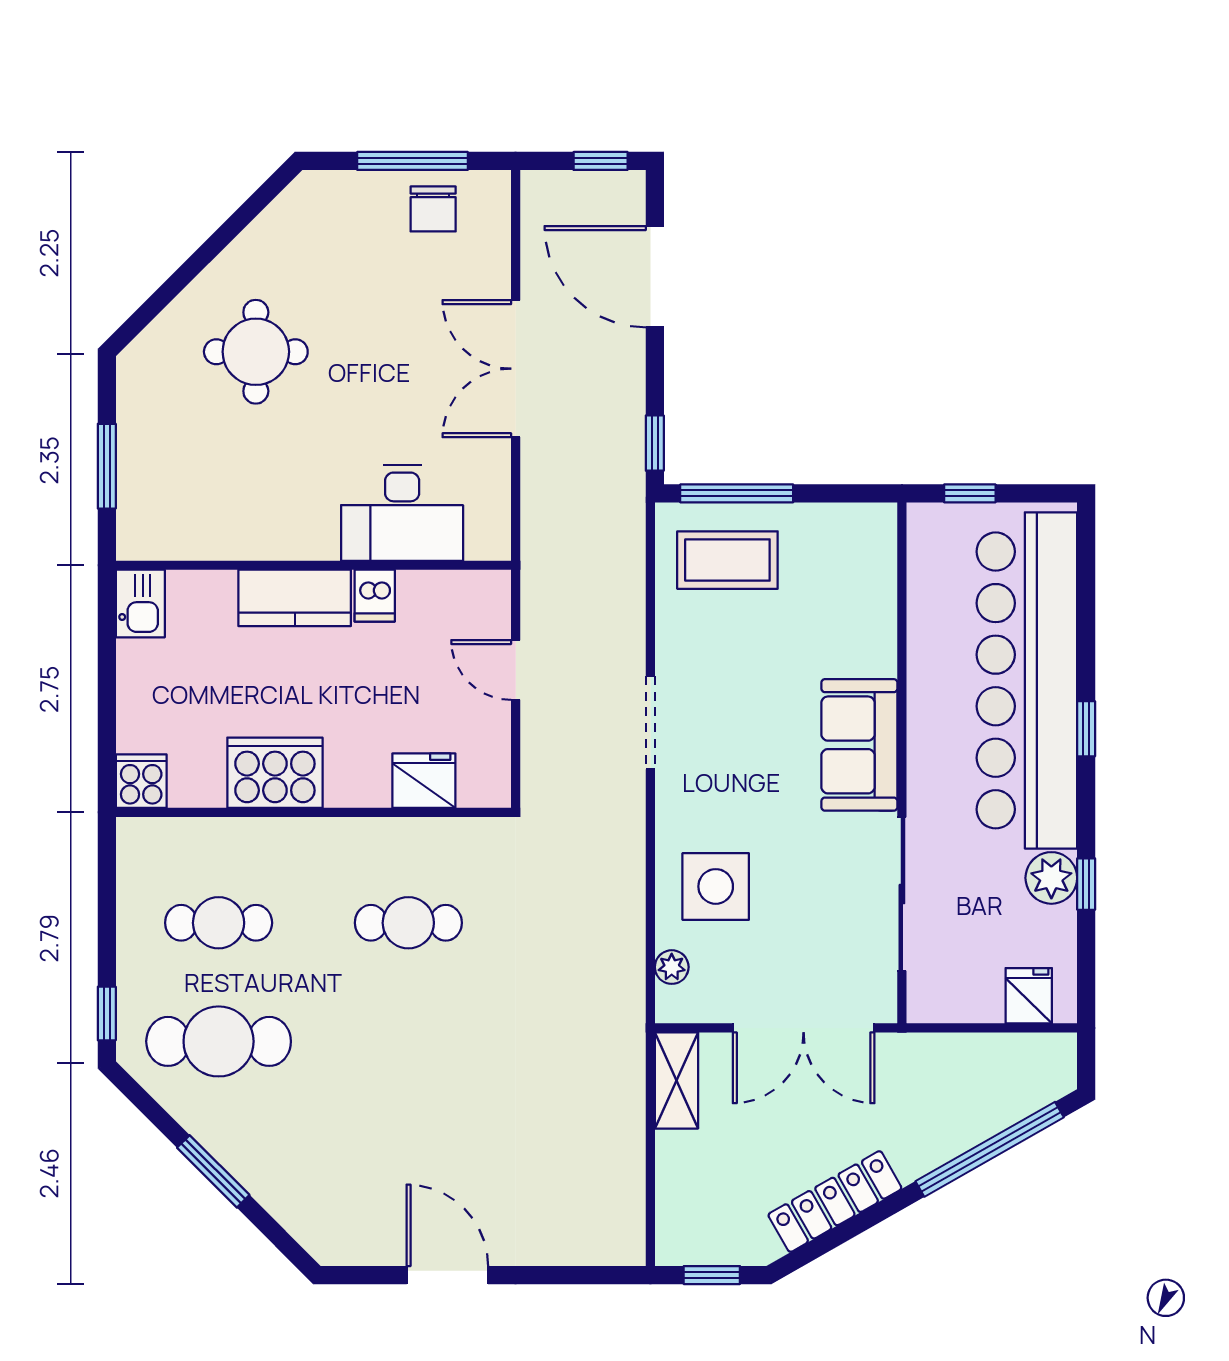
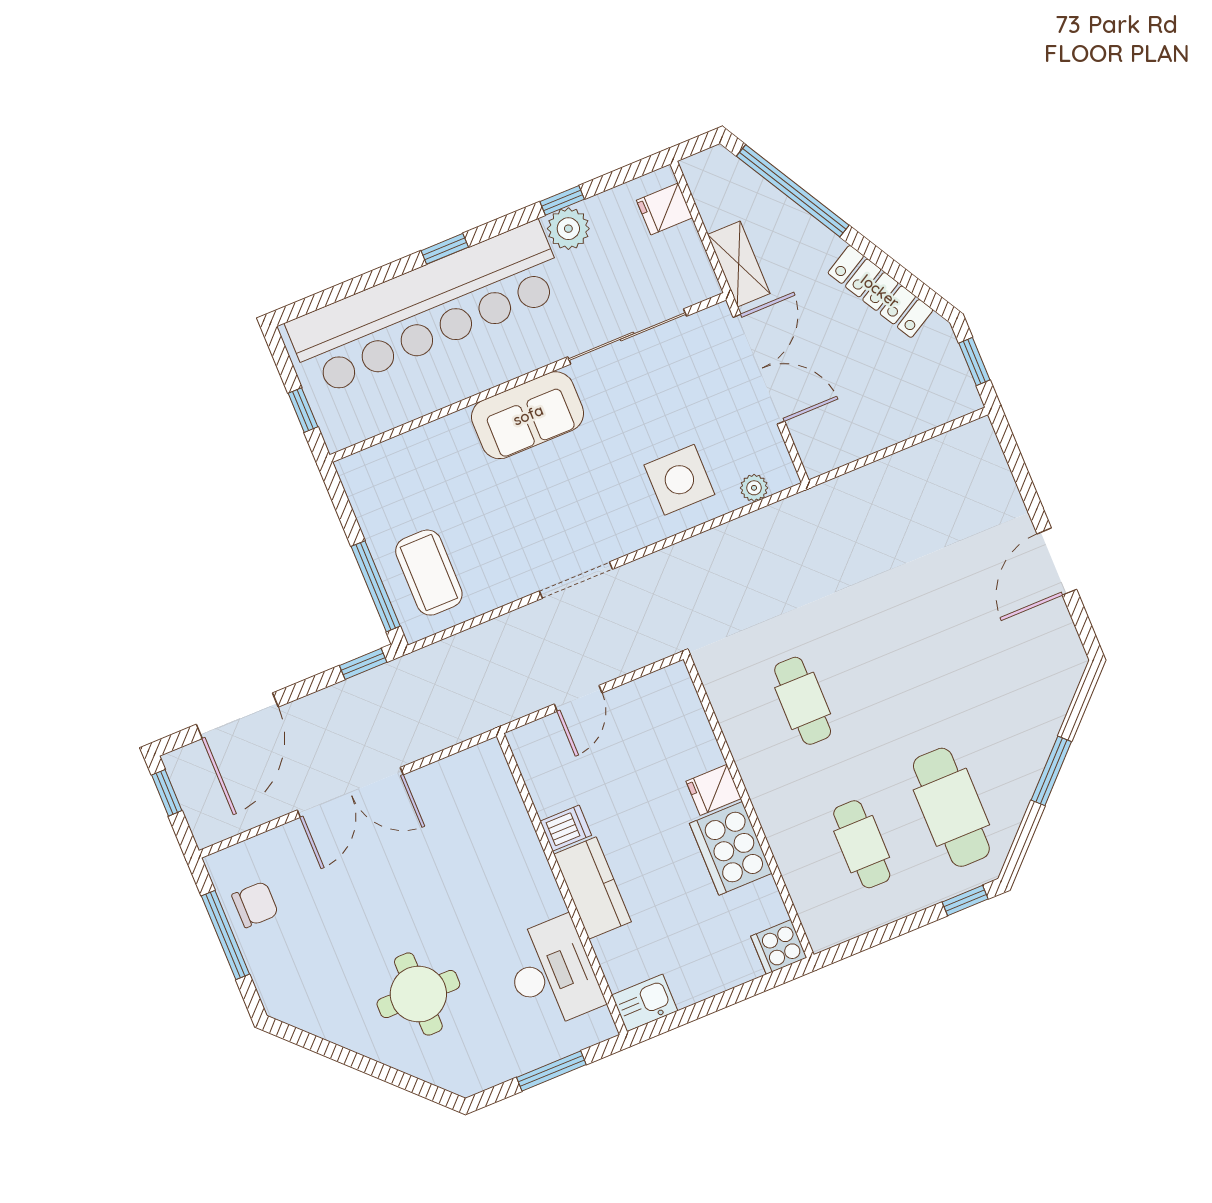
desk: (402, 513) -> (552, 973), moved
fridge: (424, 781) -> (714, 790), moved, width x0.72
shelving: (676, 1081) -> (739, 264), moved, turned 90

